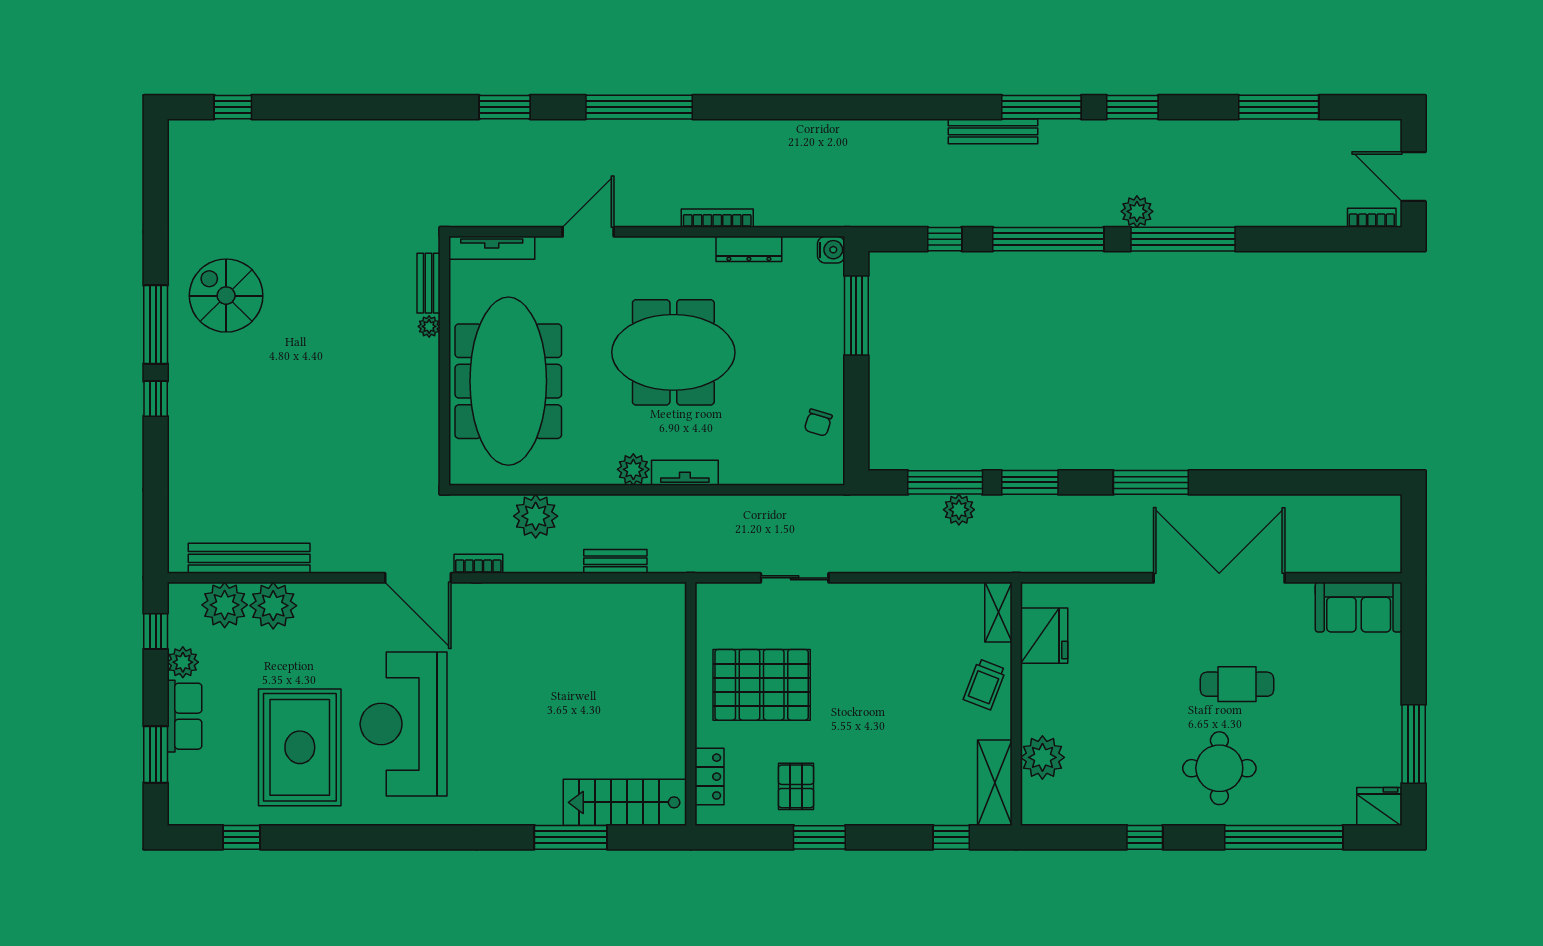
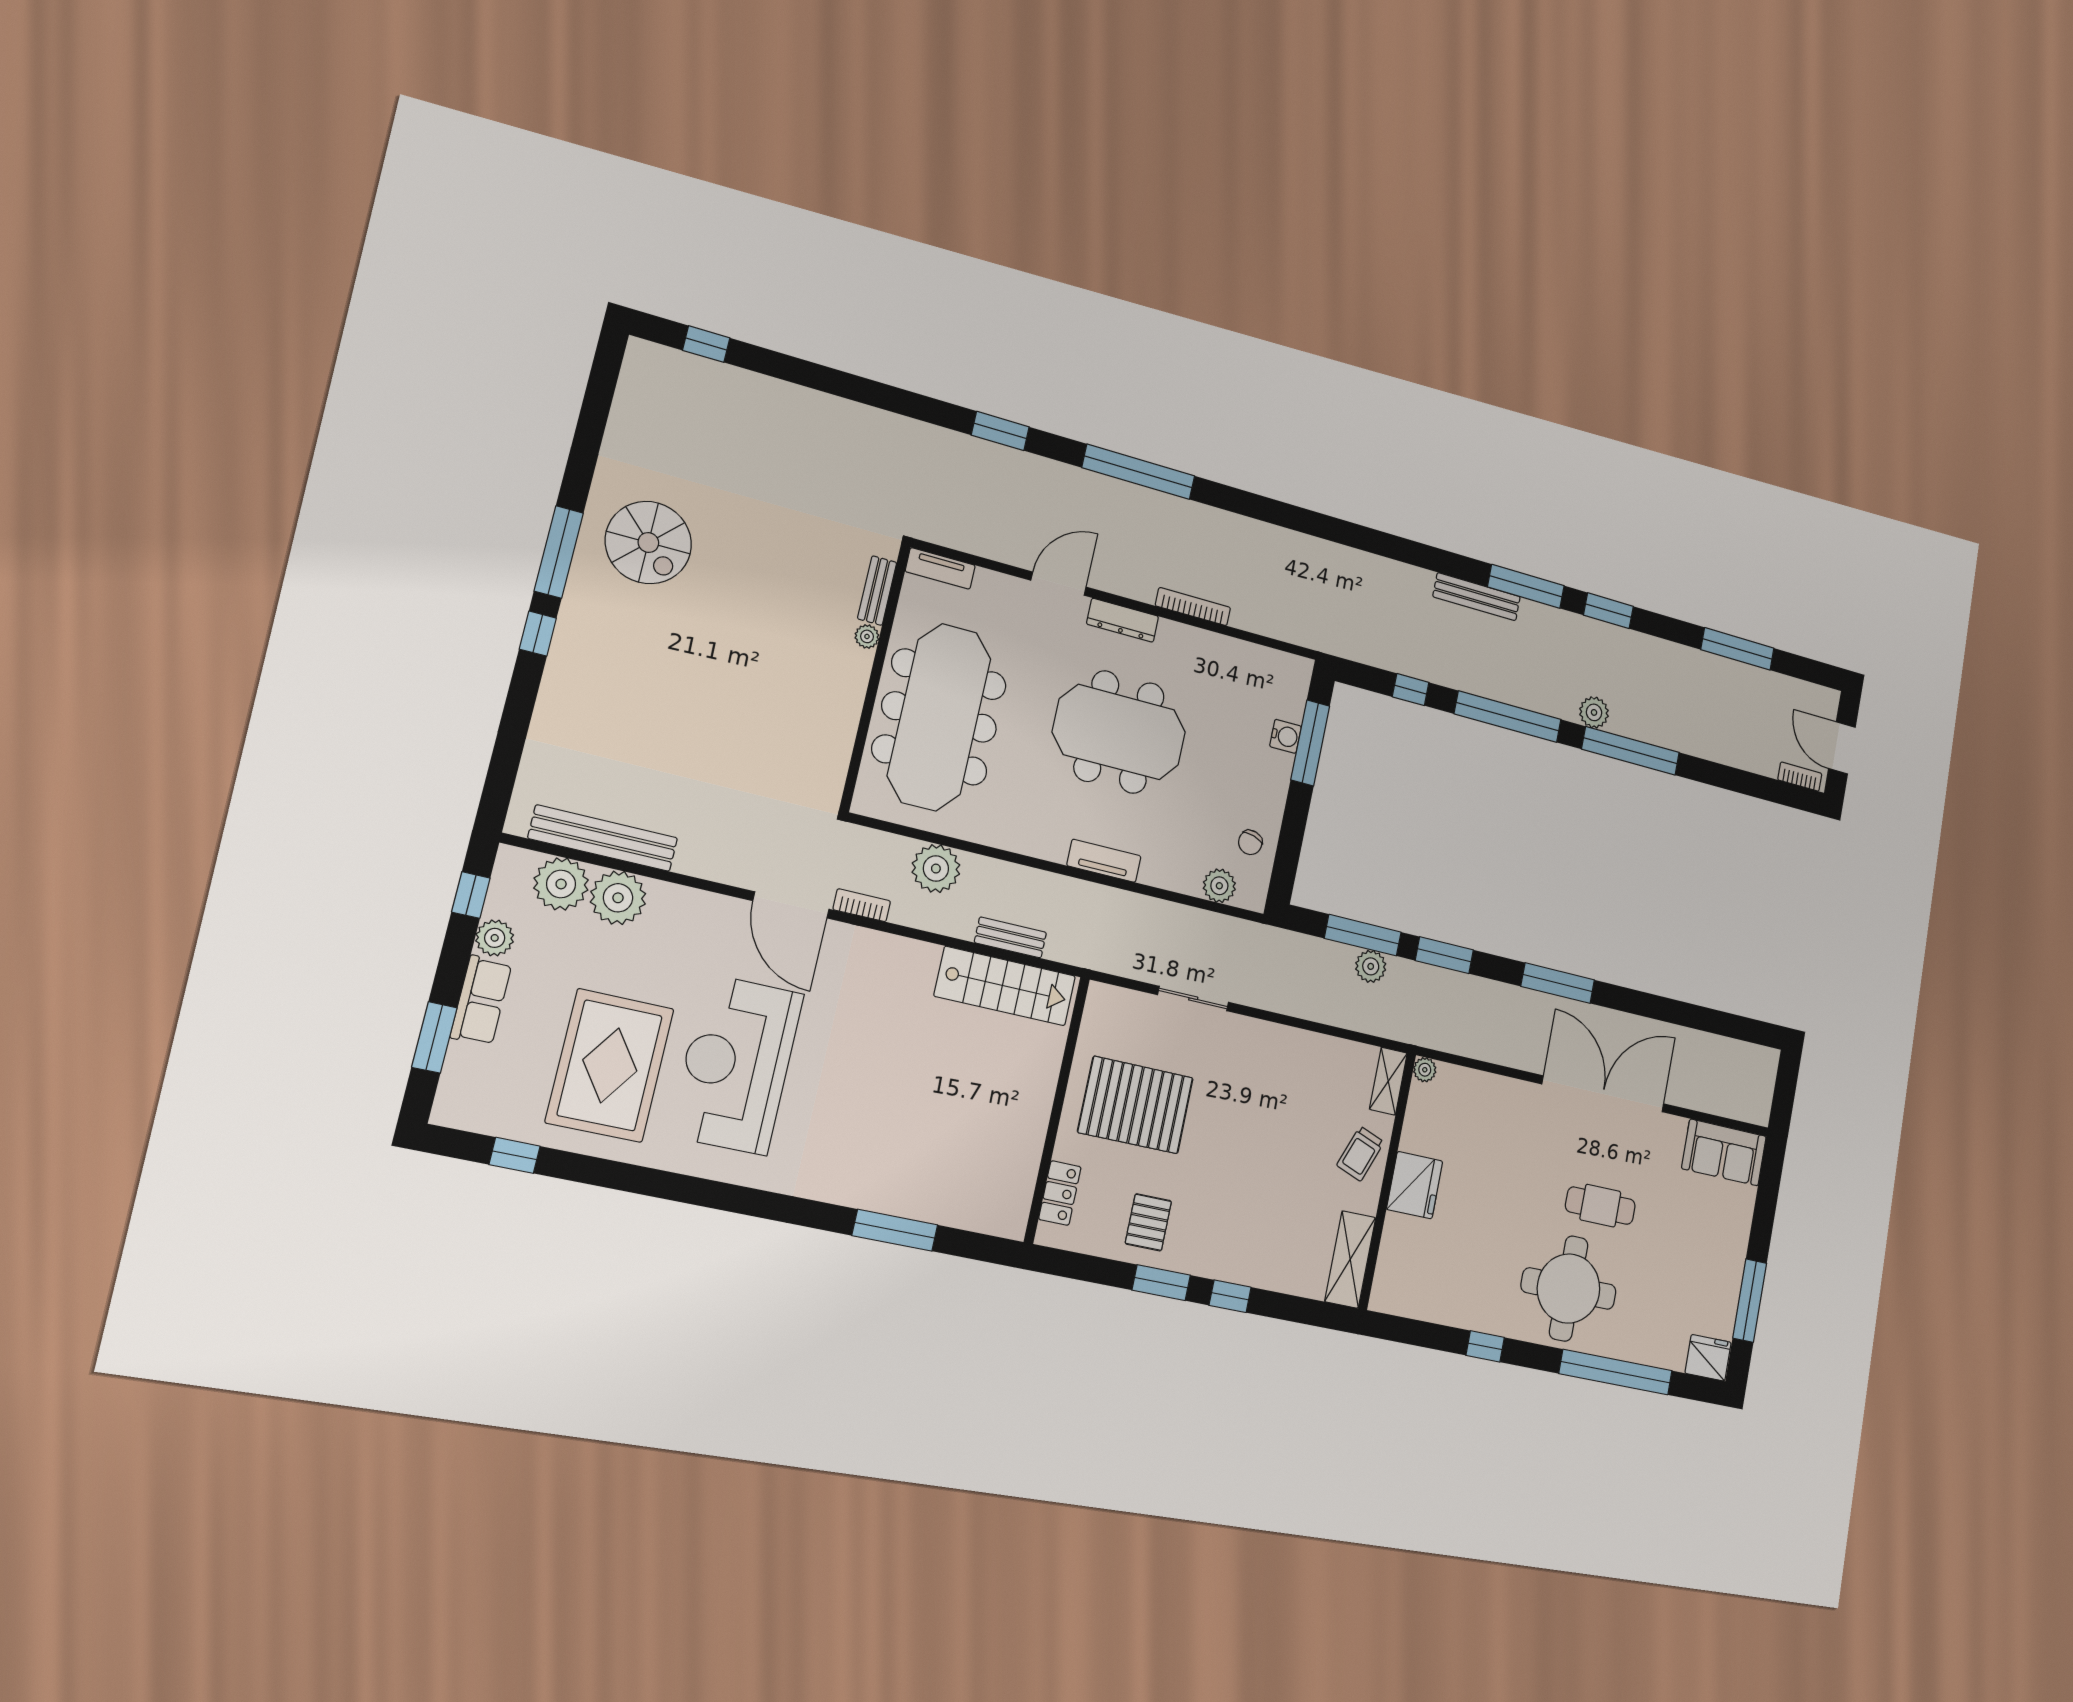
tv unit: (492, 248) -> (940, 568), width x0.71
dresser: (749, 249) -> (1123, 620), moved
water cooler: (831, 250) -> (1285, 736), moved
spiral stairs: (226, 296) -> (648, 543), turned 180
plant: (633, 469) -> (1219, 886), moved
fridge: (1044, 636) -> (1415, 1185), moved
plant: (1042, 757) -> (1425, 1070), moved, width x0.53, depth x0.53
round table: (1219, 768) -> (1569, 1289), width x1.36, depth x1.36
stairs: (625, 802) -> (1005, 986), moved, turned 180
window: (951, 837) -> (1230, 1296), moved

